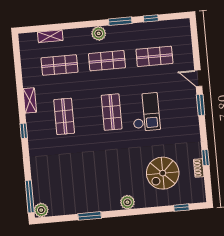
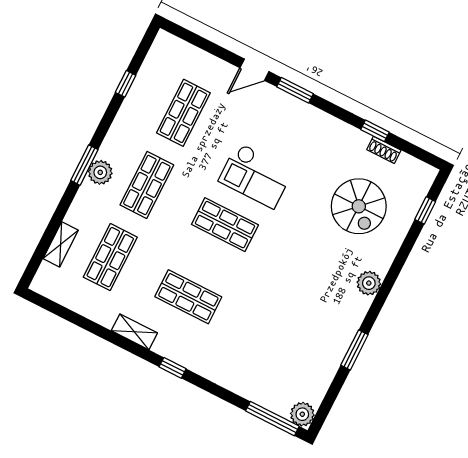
window: (120, 21) -> (84, 165), moved
checkout: (146, 112) -> (256, 176), turned 180

